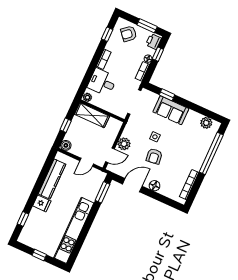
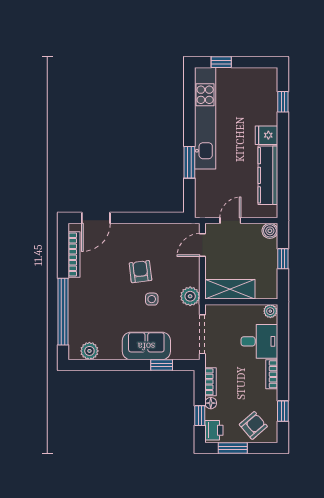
shelving: (92, 115) -> (230, 289), moved
plant: (124, 144) -> (190, 296), moved
door: (132, 185) -> (96, 218), moved
floor lamp: (155, 186) -> (121, 231), removed
window: (102, 192) -> (189, 162), moved
window: (39, 255) -> (221, 62), moved

